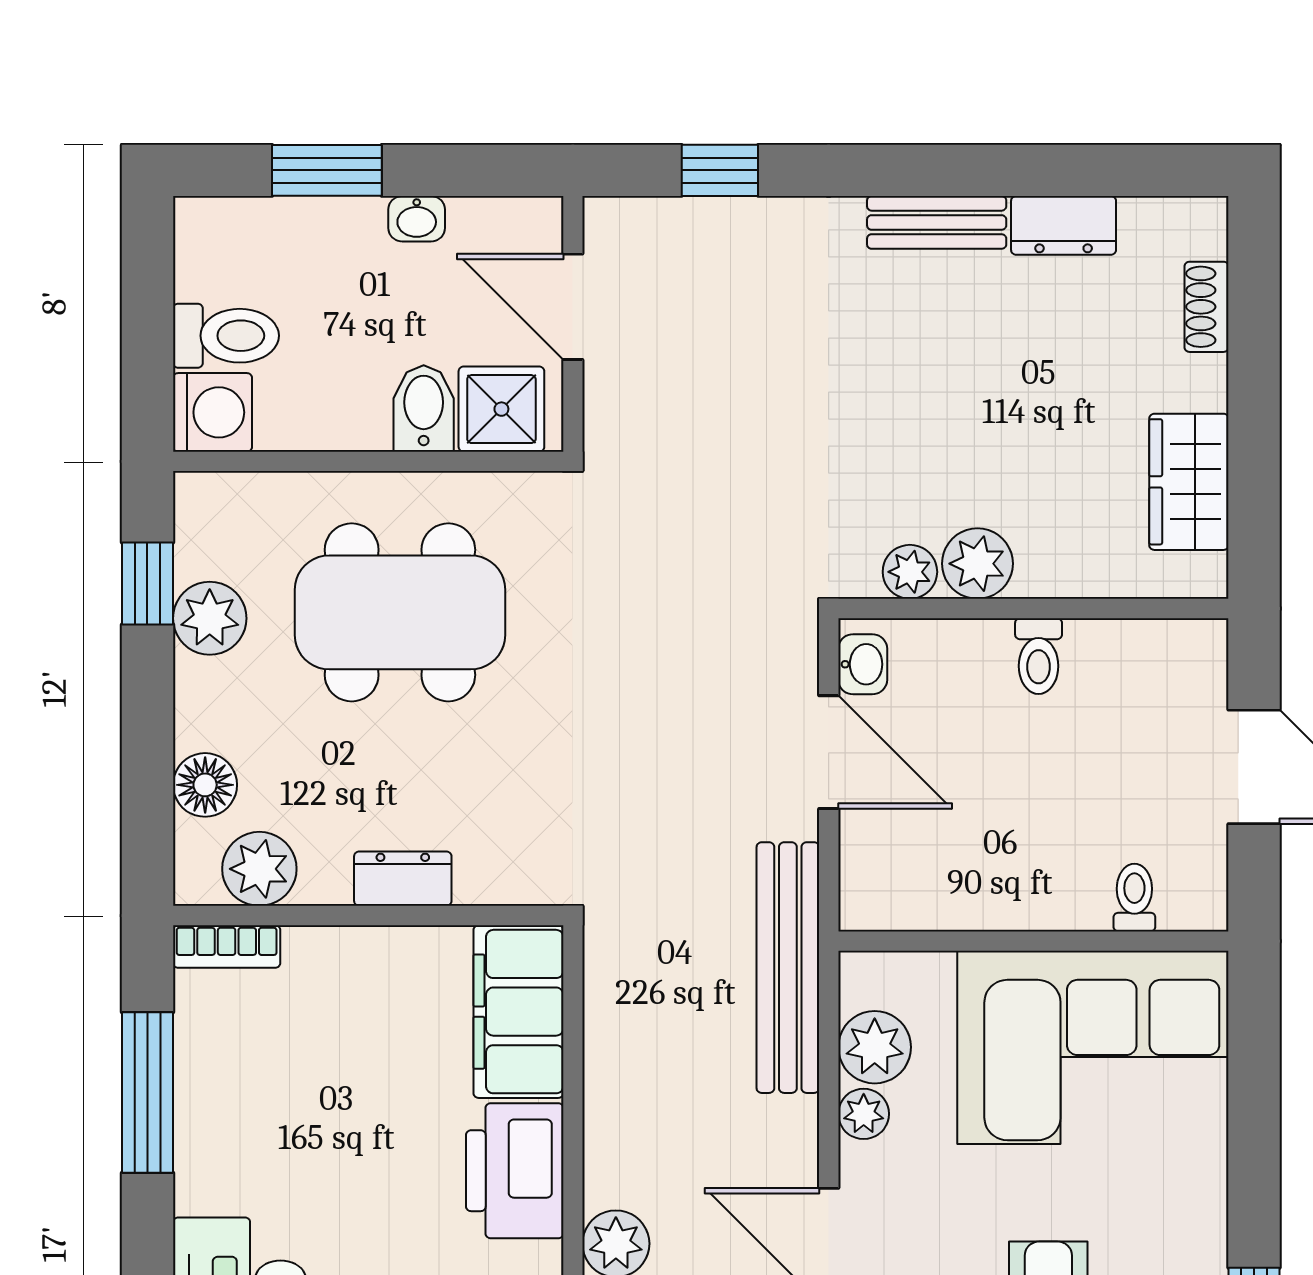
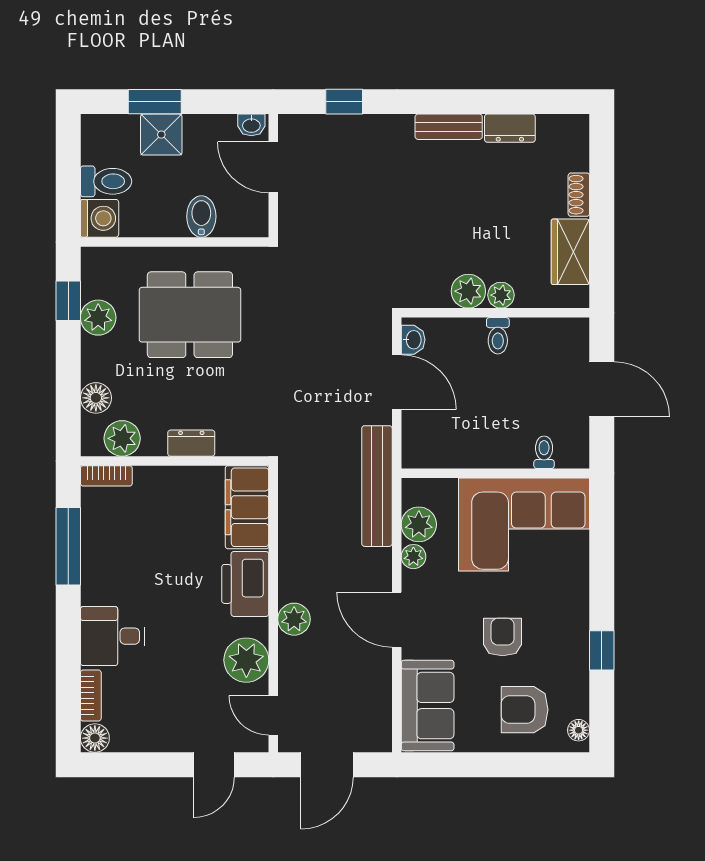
washbasin: (417, 219) -> (251, 125), moved
shoe rack: (1207, 307) -> (579, 195), moved
shower: (501, 409) -> (161, 135), moved
plant: (910, 572) -> (501, 295), moved

